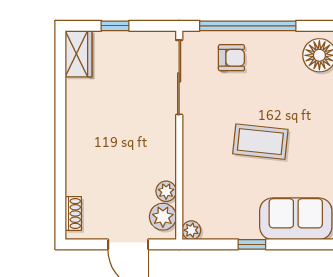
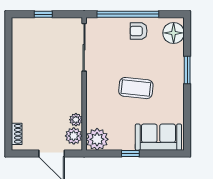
wardrobe: (79, 54) -> (20, 32), removed
armchair: (231, 58) -> (139, 31), moved, turned 180
plant: (191, 230) -> (97, 139), width x1.88, depth x1.88

